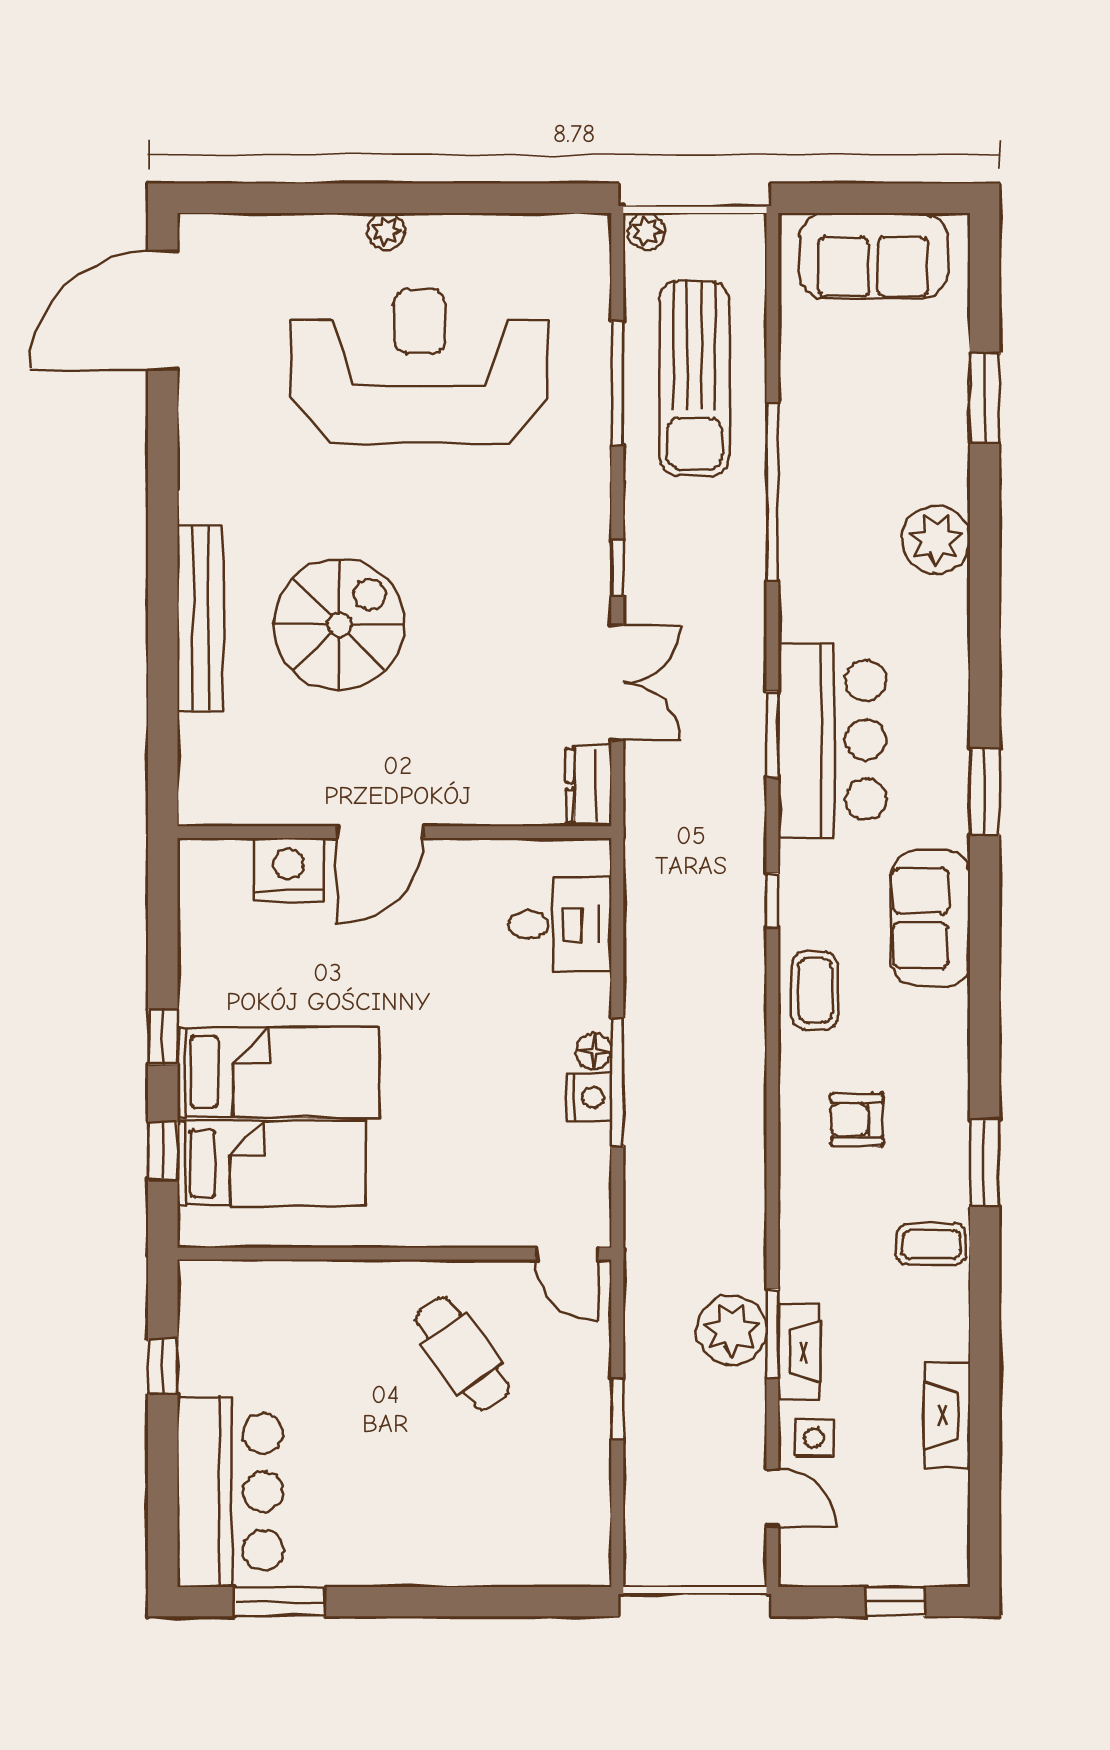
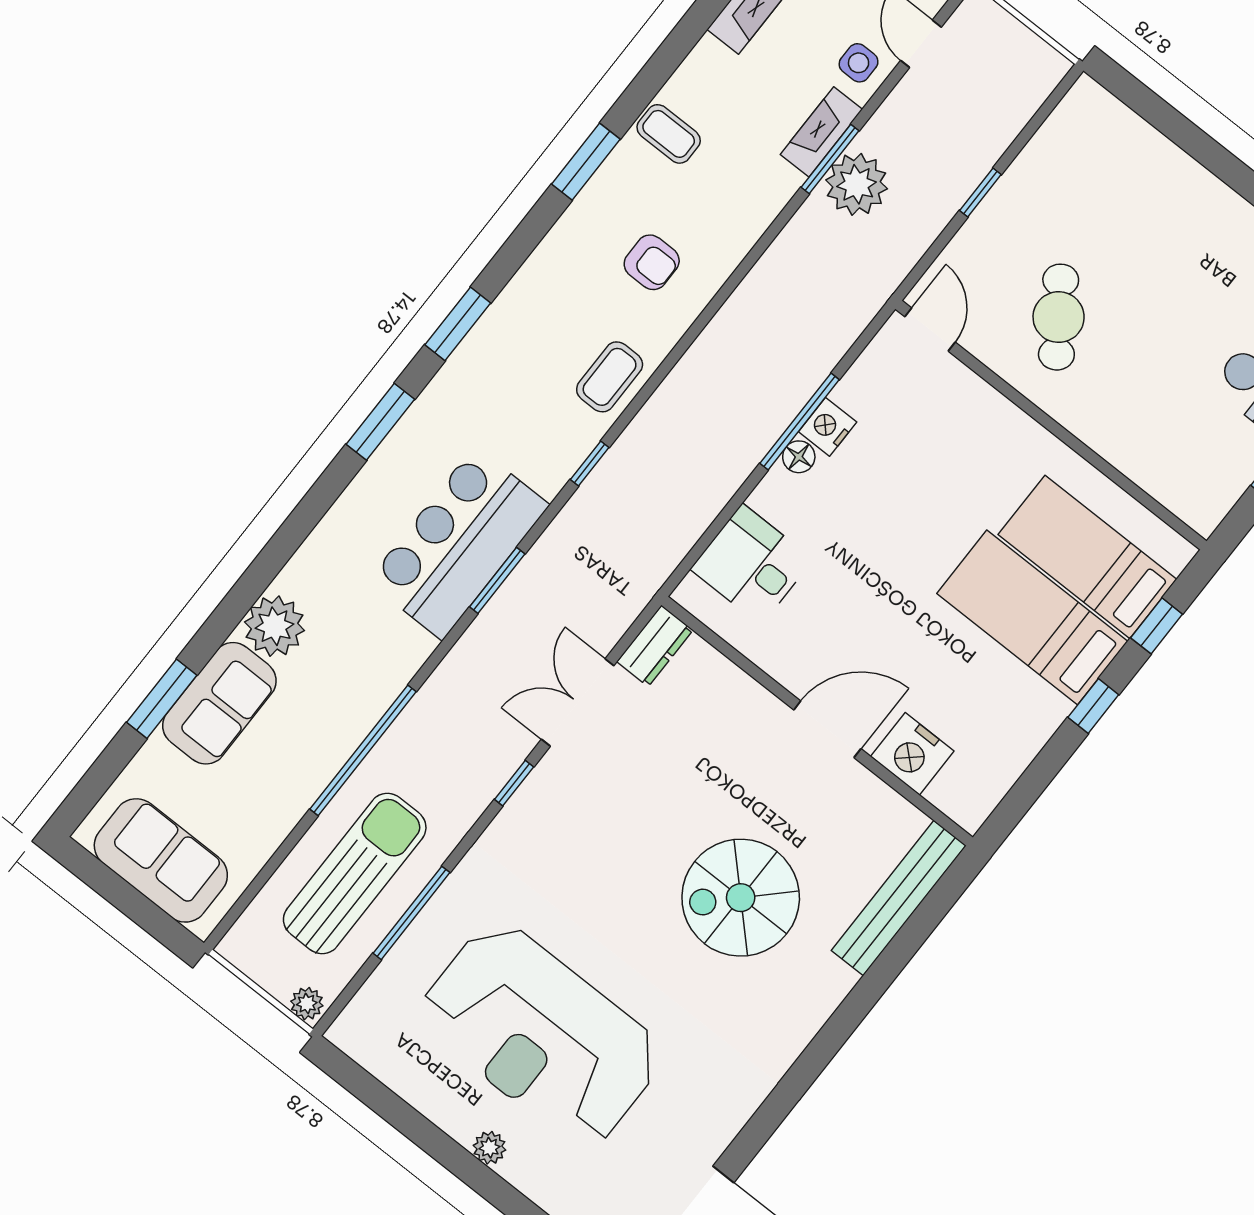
bench: (200, 618) -> (899, 898), moved
sofa: (931, 918) -> (219, 703), moved
window: (985, 932) -> (458, 324), added

